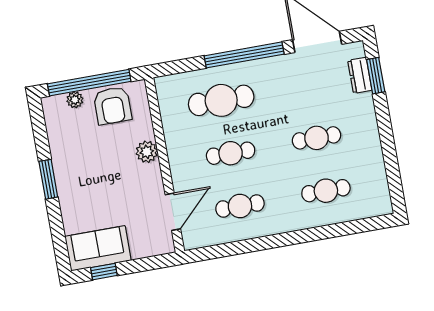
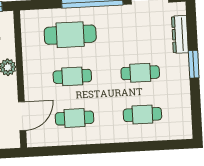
dresser: (360, 75) -> (180, 34), width x1.44
window: (376, 76) -> (194, 64), moved

